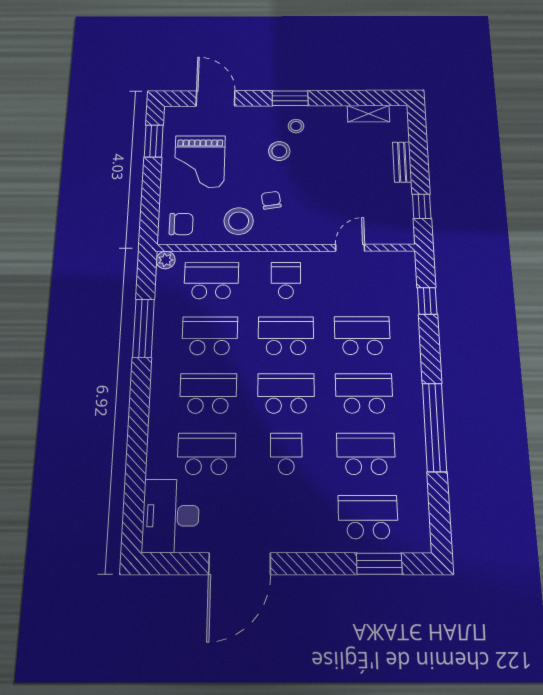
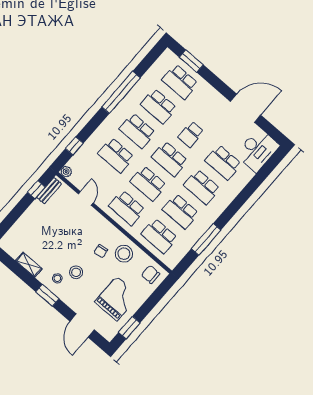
shelving: (368, 114) -> (29, 265), moved
bench: (402, 162) -> (49, 191), moved
door: (350, 248) -> (86, 198), swing flipped
plant: (166, 260) -> (66, 172), moved
school desk: (286, 280) -> (127, 208), width x1.85

